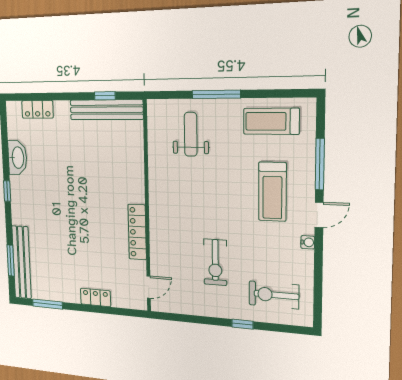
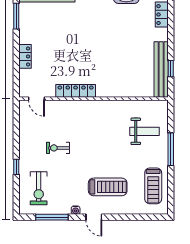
treadmill: (271, 121) -> (153, 186), turned 180
window: (320, 164) -> (52, 217), moved
treadmill: (272, 192) -> (108, 187), turned 180
exercise bike: (215, 262) -> (58, 148), width x0.73, depth x0.72
exercise bike: (274, 295) -> (39, 188), turned 180

